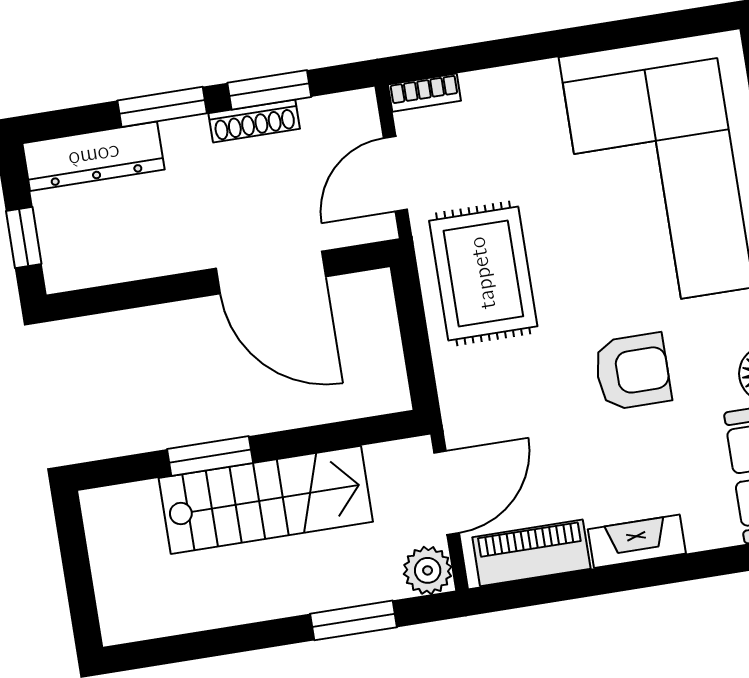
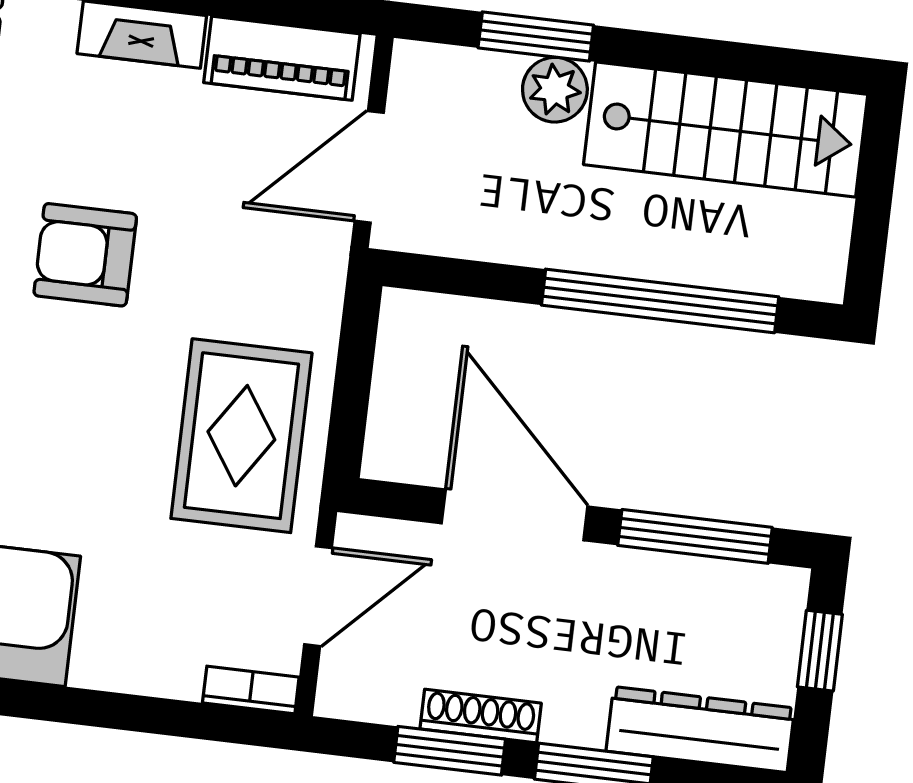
window: (137, 294) -> (695, 536), added
window: (210, 456) -> (660, 301), width x2.11
stairs: (266, 500) -> (726, 129), moved, turned 180
plant: (428, 570) -> (555, 90), moved

